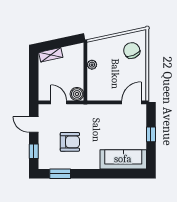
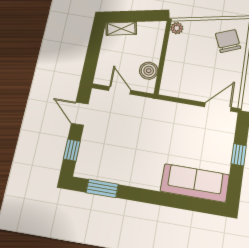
plant: (92, 65) -> (177, 28), moved
boiler: (77, 94) -> (149, 71), moved
armchair: (70, 142) -> (125, 146), removed

